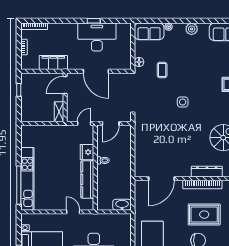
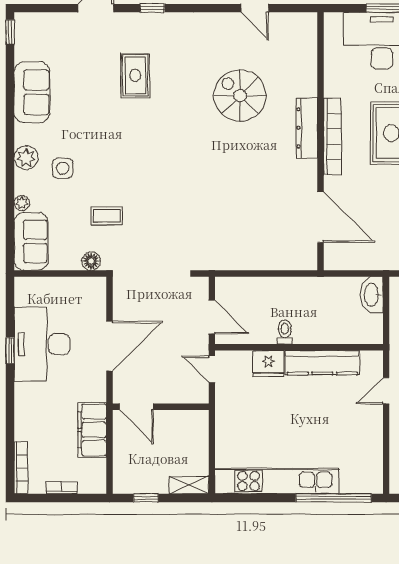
side table: (183, 102) -> (63, 168), moved
shelving: (59, 112) -> (189, 485), moved
kitchen unit: (27, 179) -> (277, 481), moved

